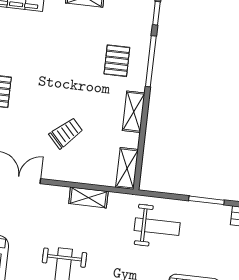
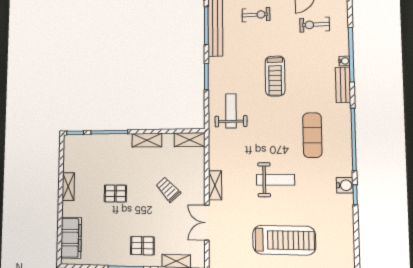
pallet: (117, 61) -> (115, 194), moved
shelving: (88, 197) -> (215, 185), moved

